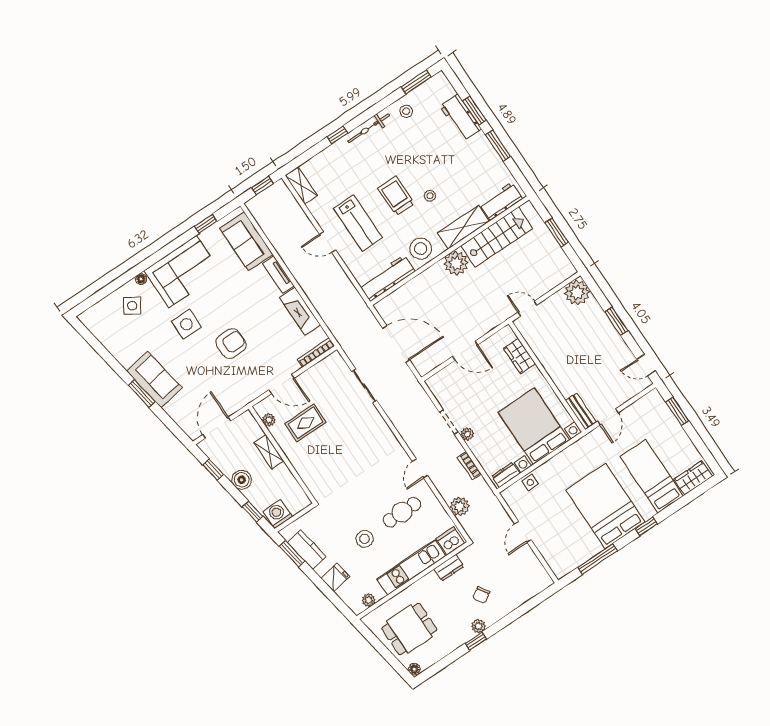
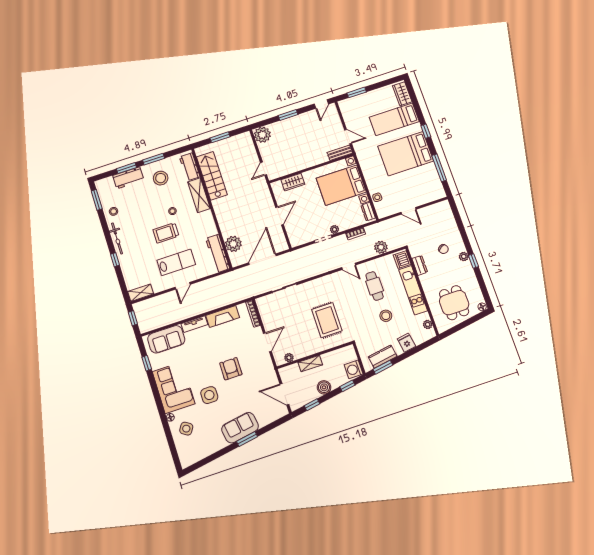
stool: (421, 249) -> (161, 178), moved
plant: (456, 263) -> (233, 244), moved
rug: (305, 423) -> (327, 320), moved, width x1.36, depth x1.43

